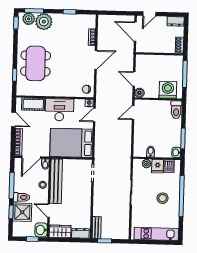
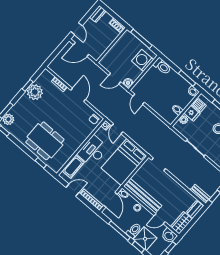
plant: (44, 22) -> (35, 92), moved

